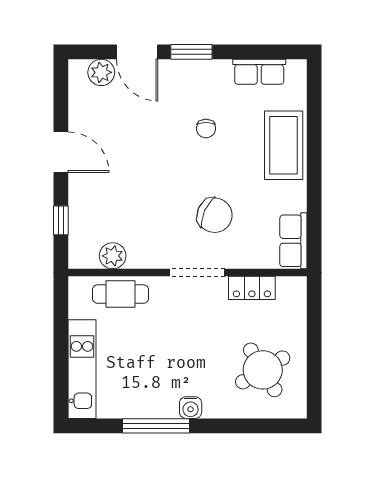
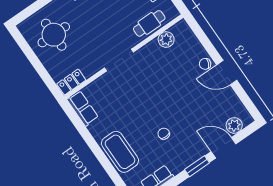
chair: (215, 215) -> (205, 64), moved, width x0.54, depth x0.54
window: (61, 220) -> (204, 39), removed
locker: (252, 288) -> (71, 82), moved
round table: (263, 370) -> (54, 35), turned 31

